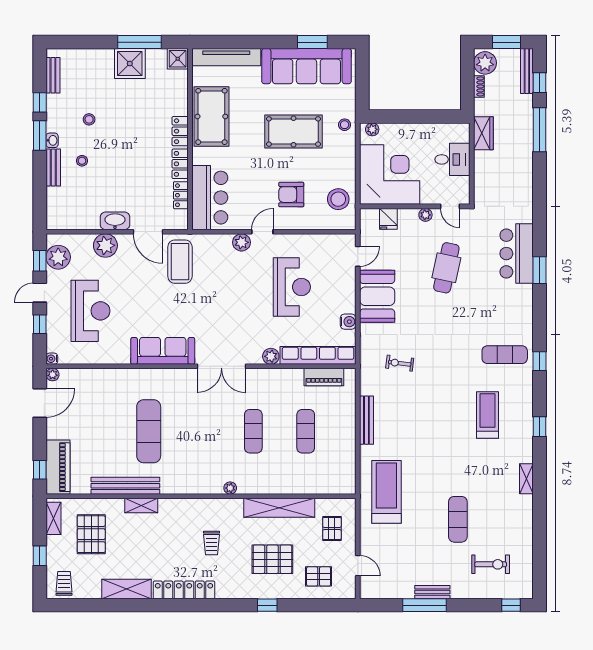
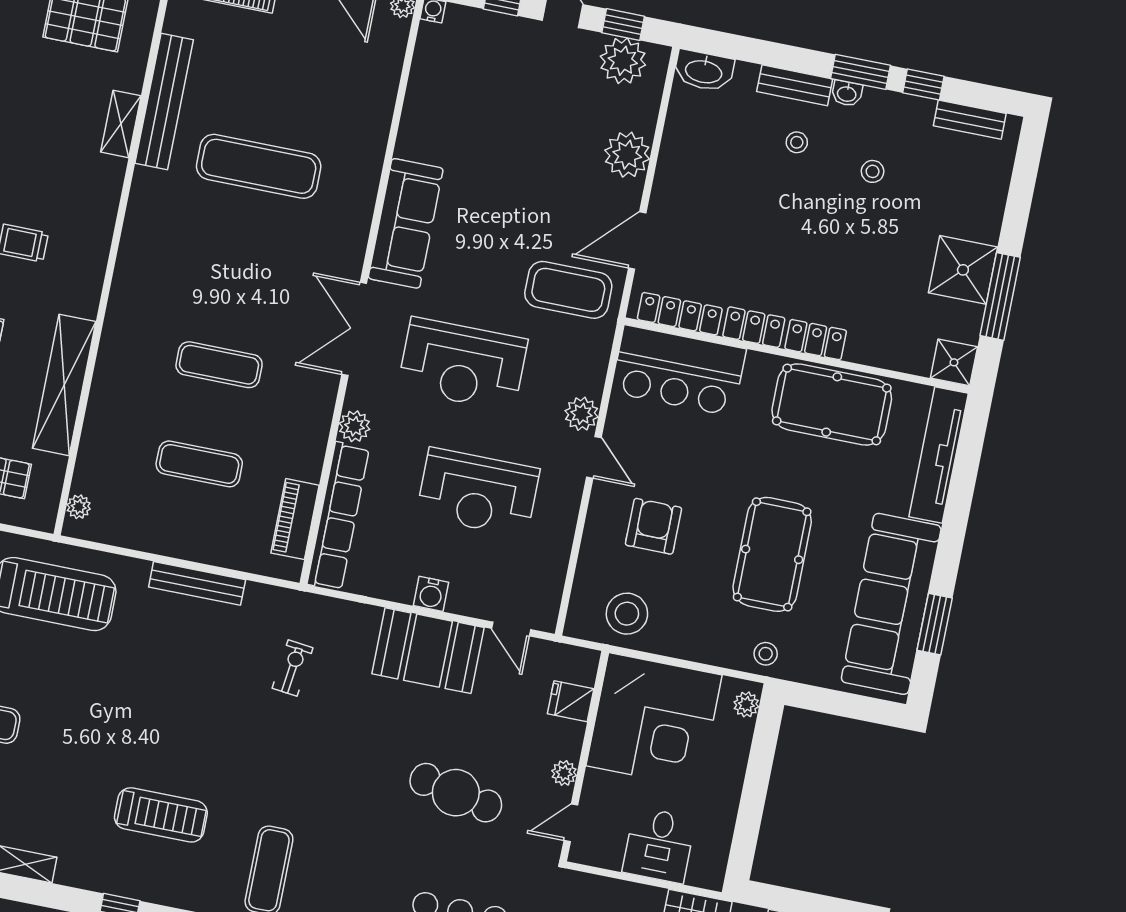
locker: (181, 195) -> (680, 314), width x1.53
washbasin: (115, 221) -> (704, 71), moved, turned 90
reception desk: (90, 311) -> (463, 364), moved
water cooler: (348, 322) -> (431, 594), moved
plant: (230, 488) -> (79, 507), moved

